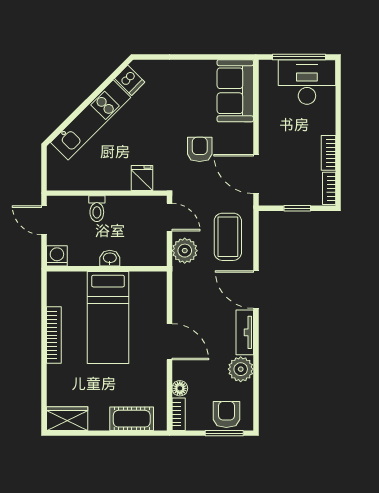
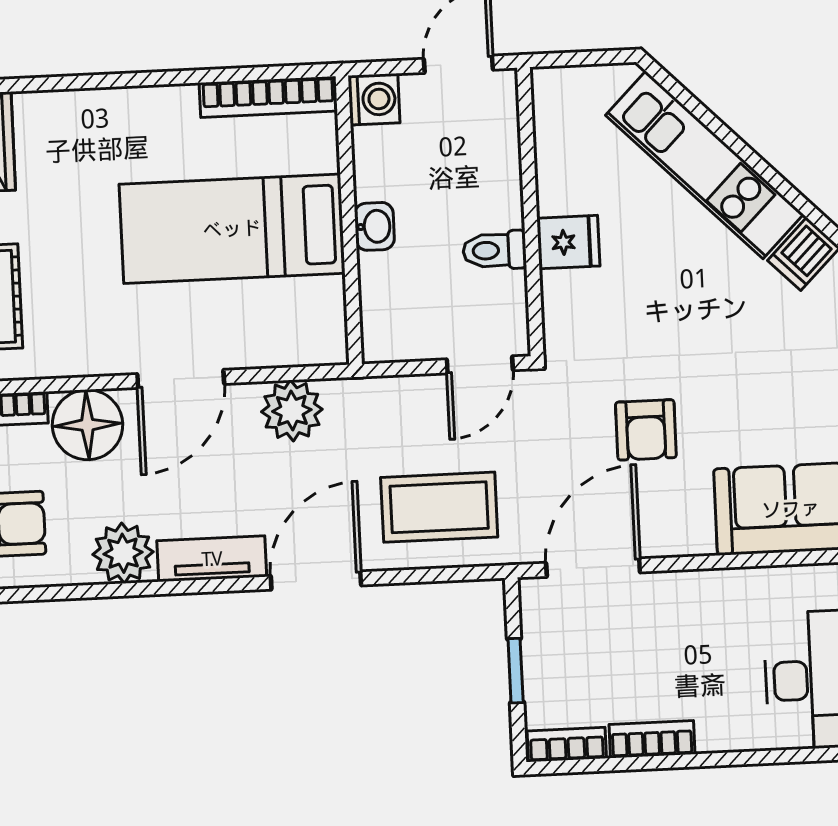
armchair: (200, 149) -> (646, 430), turned 90
fridge: (142, 178) -> (568, 242), moved
toilet: (97, 209) -> (495, 250), moved
plant: (185, 251) -> (292, 411), moved
bookcase: (54, 335) -> (268, 97), moved
floor lamp: (180, 388) -> (87, 425), width x1.89, depth x1.89

